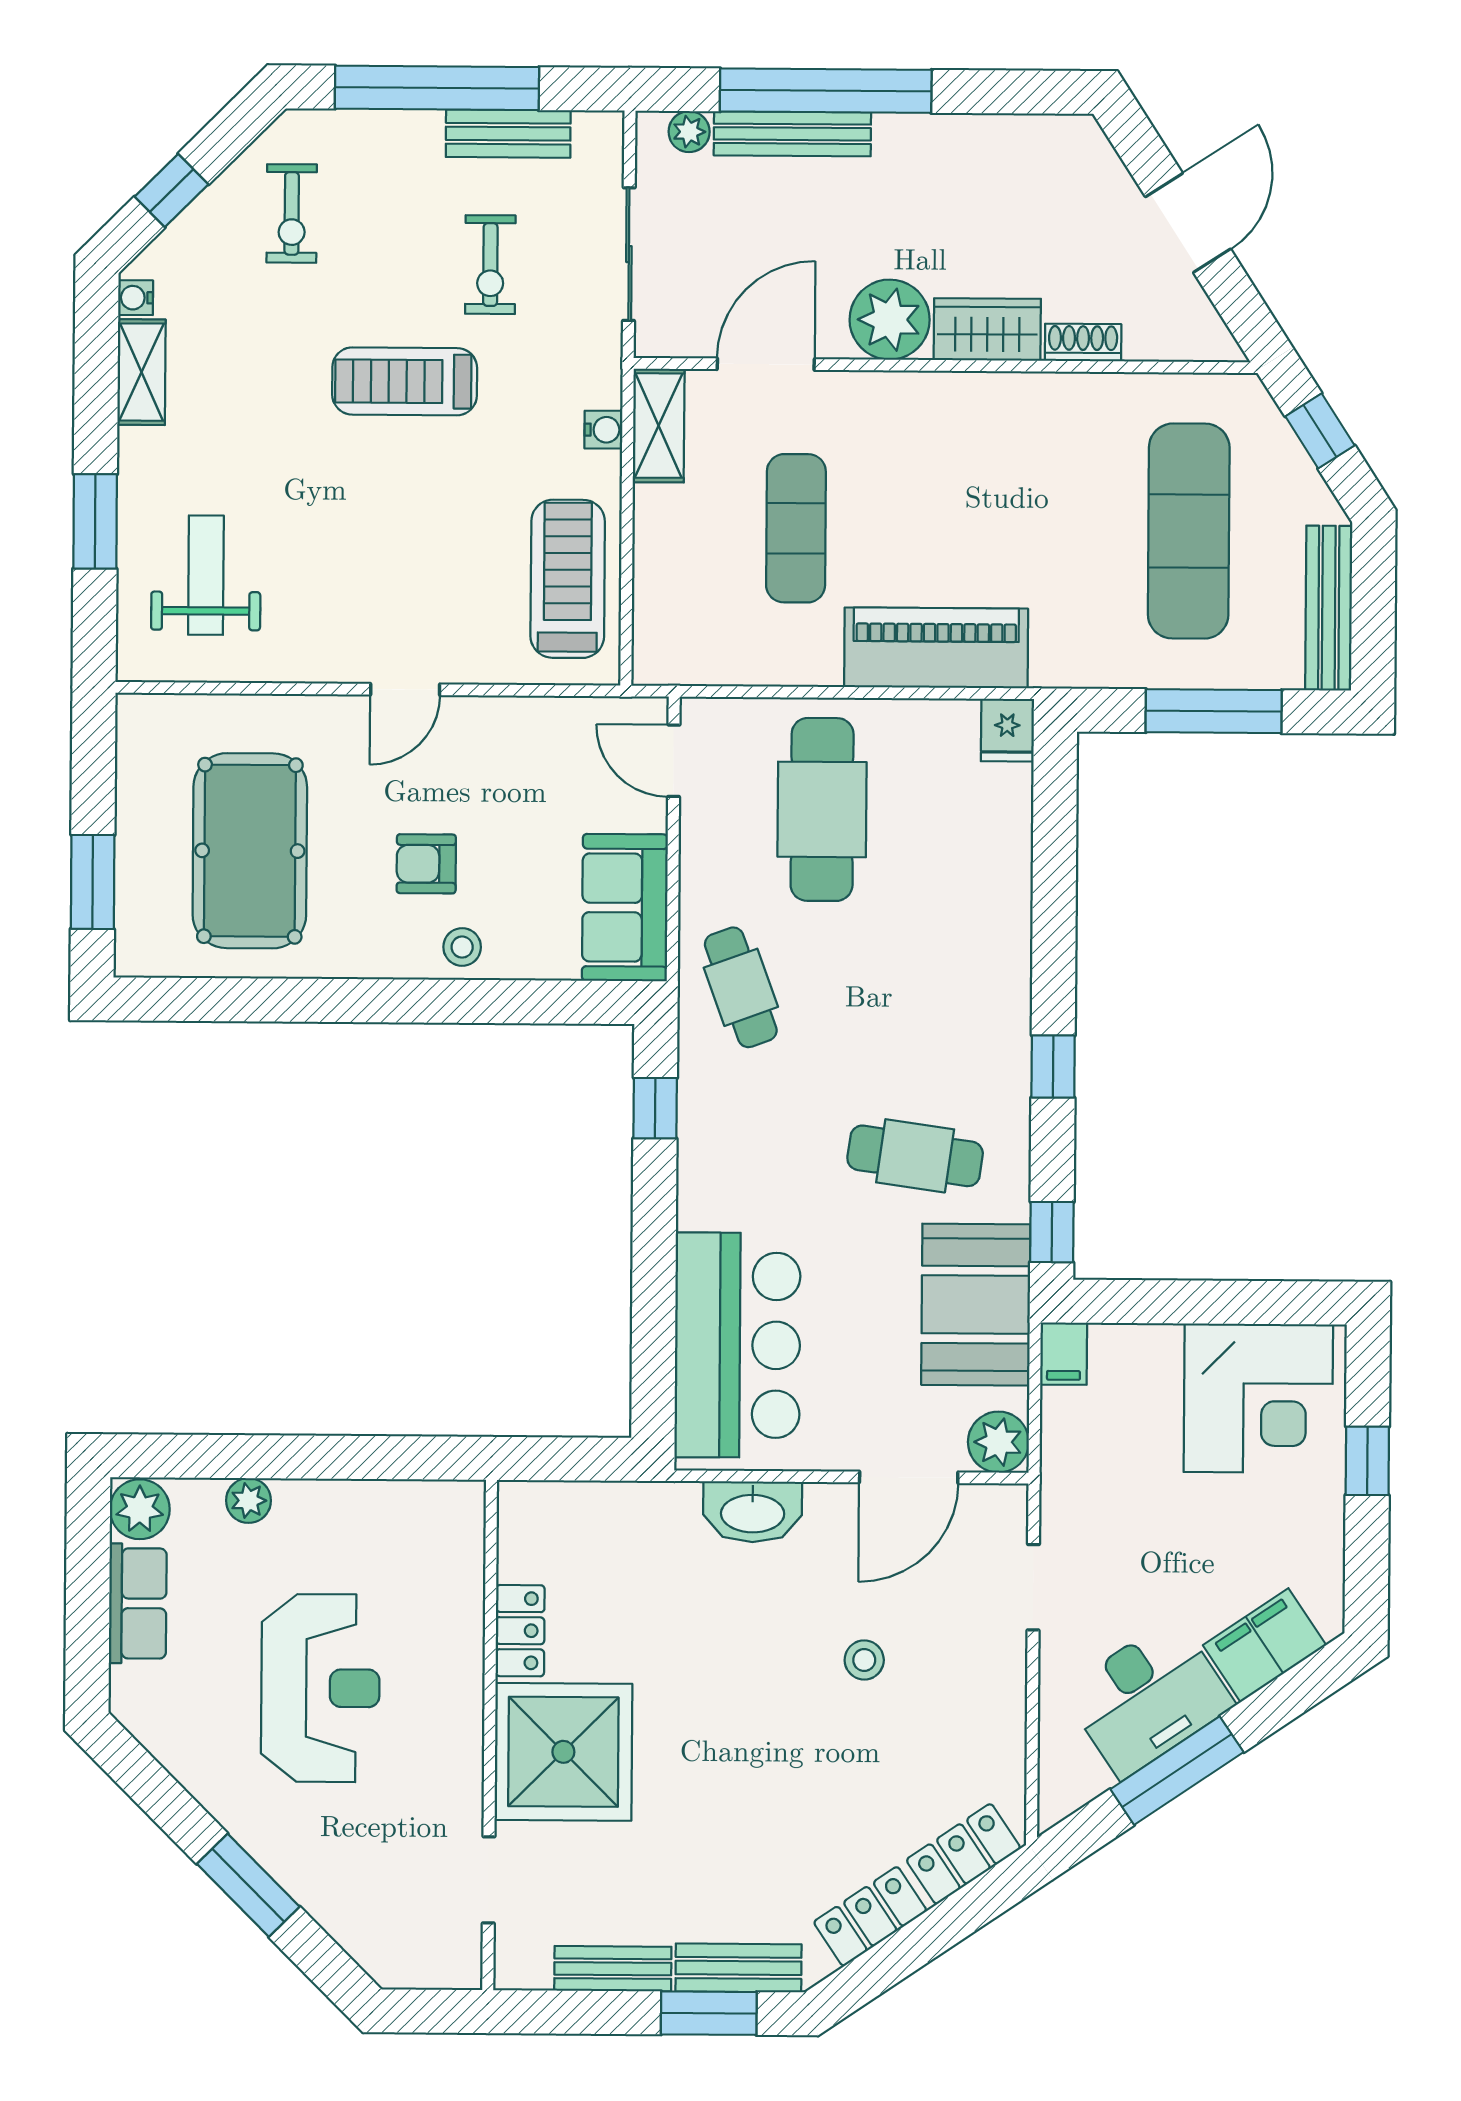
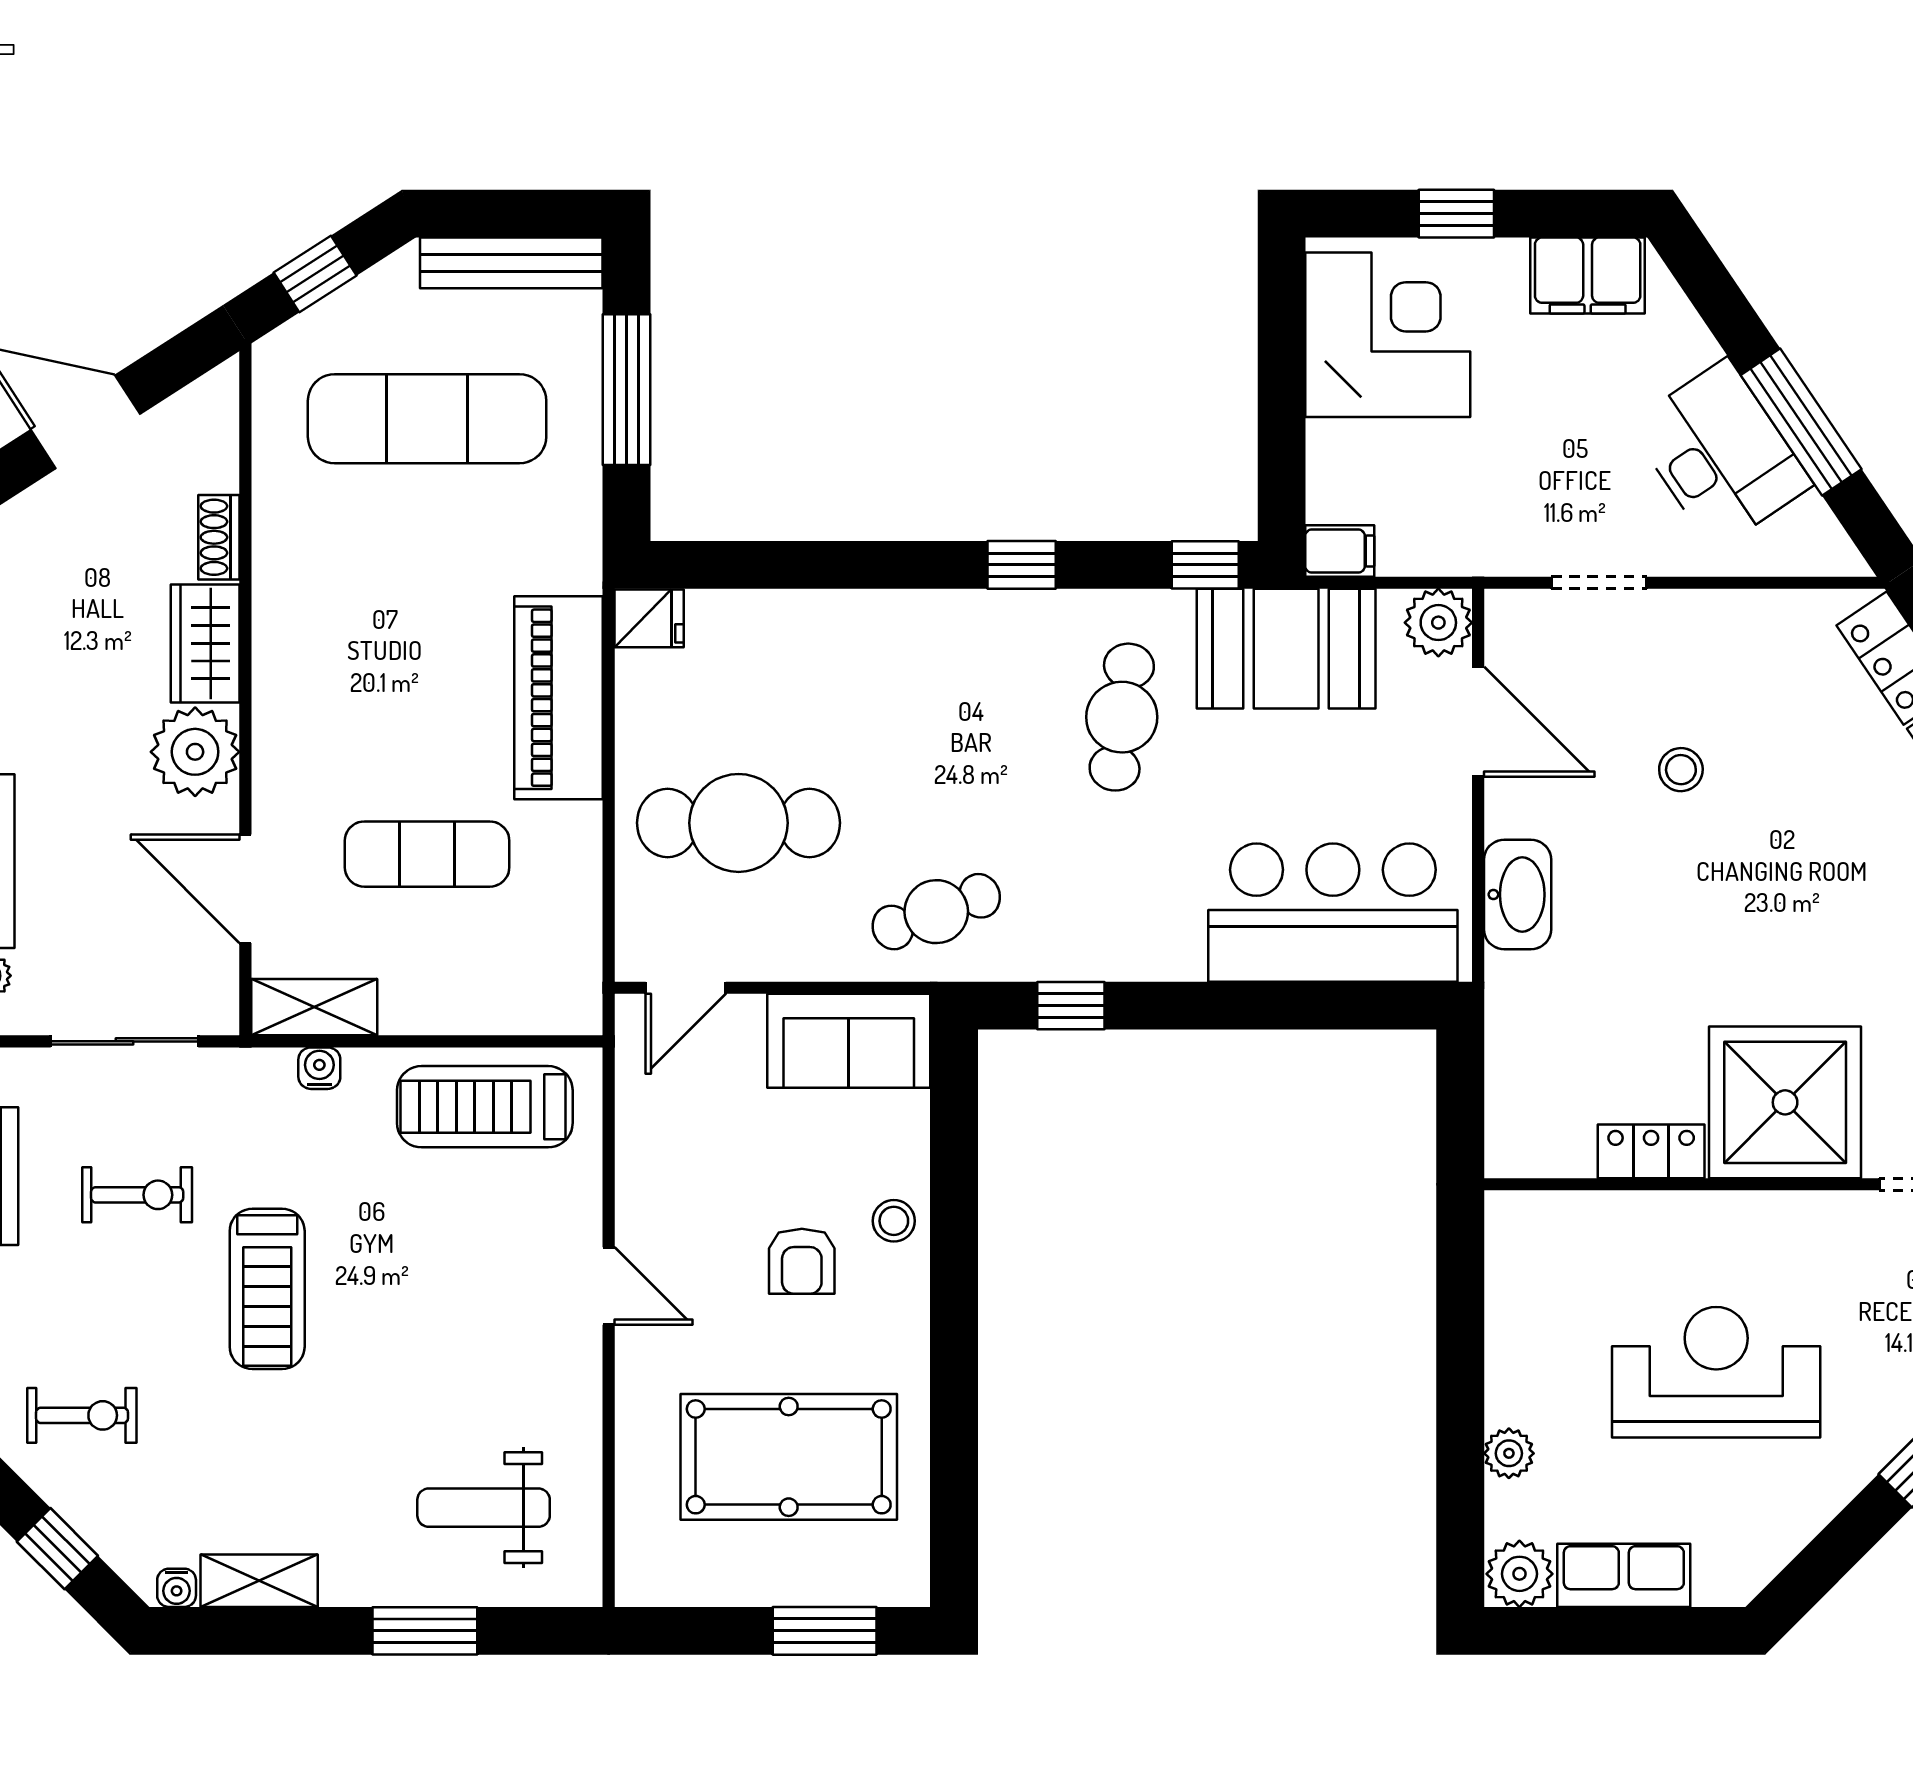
filing cabinet: (1265, 1645) -> (1588, 275), moved, turned -56

